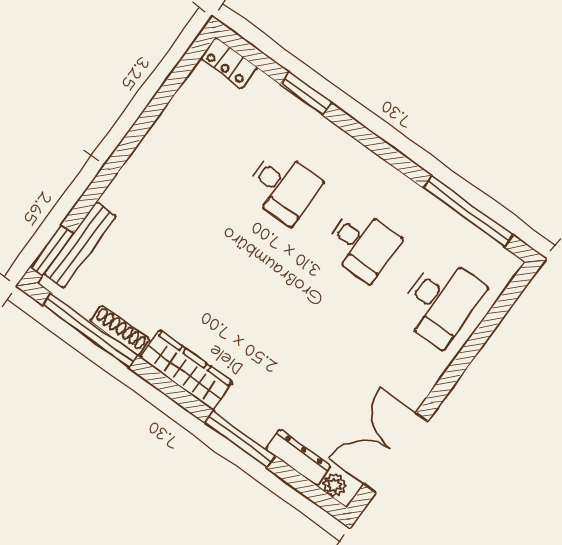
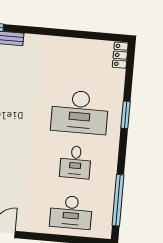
window: (306, 94) -> (126, 115), moved
desk: (283, 187) -> (80, 112), width x1.87, depth x1.30

